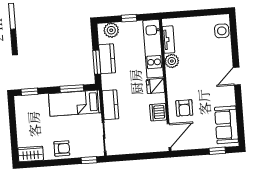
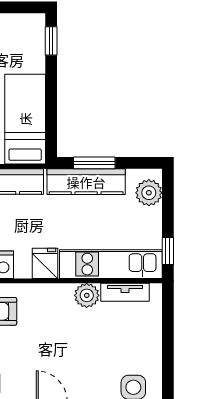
window: (129, 18) -> (168, 251), moved
kitchen counter: (107, 59) -> (86, 182), width x1.50
window: (72, 89) -> (51, 116), removed

